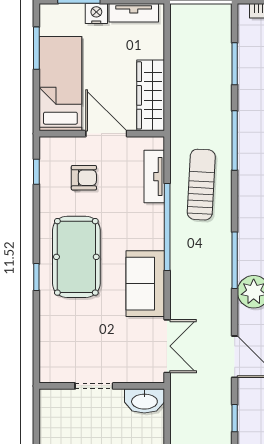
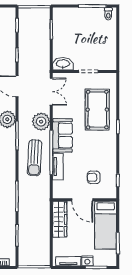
tv unit: (154, 177) -> (58, 167), moved
sun lounger: (201, 185) -> (35, 158), moved
pool table: (76, 257) -> (97, 110), moved
sofa: (145, 284) -> (62, 135), moved
plant: (187, 287) -> (41, 122), added
double door: (167, 346) -> (51, 92), swing flipped

